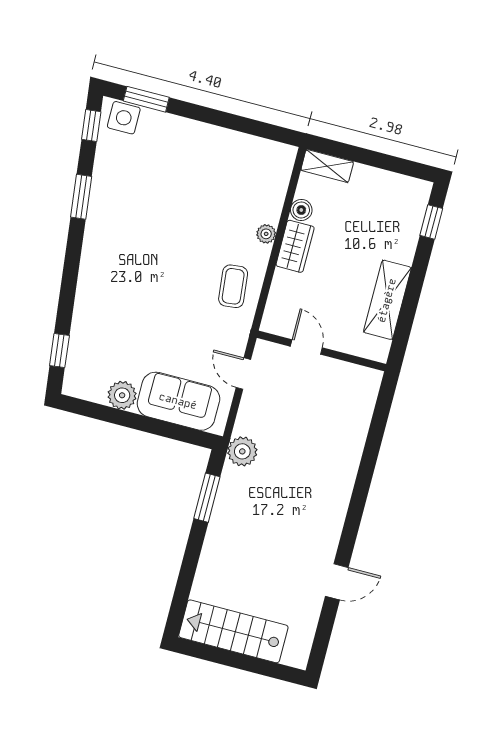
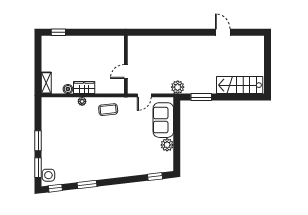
window: (205, 115) -> (38, 141), added
shelving: (387, 300) -> (97, 42), removed
stairs: (233, 631) -> (240, 85), moved, turned 90

